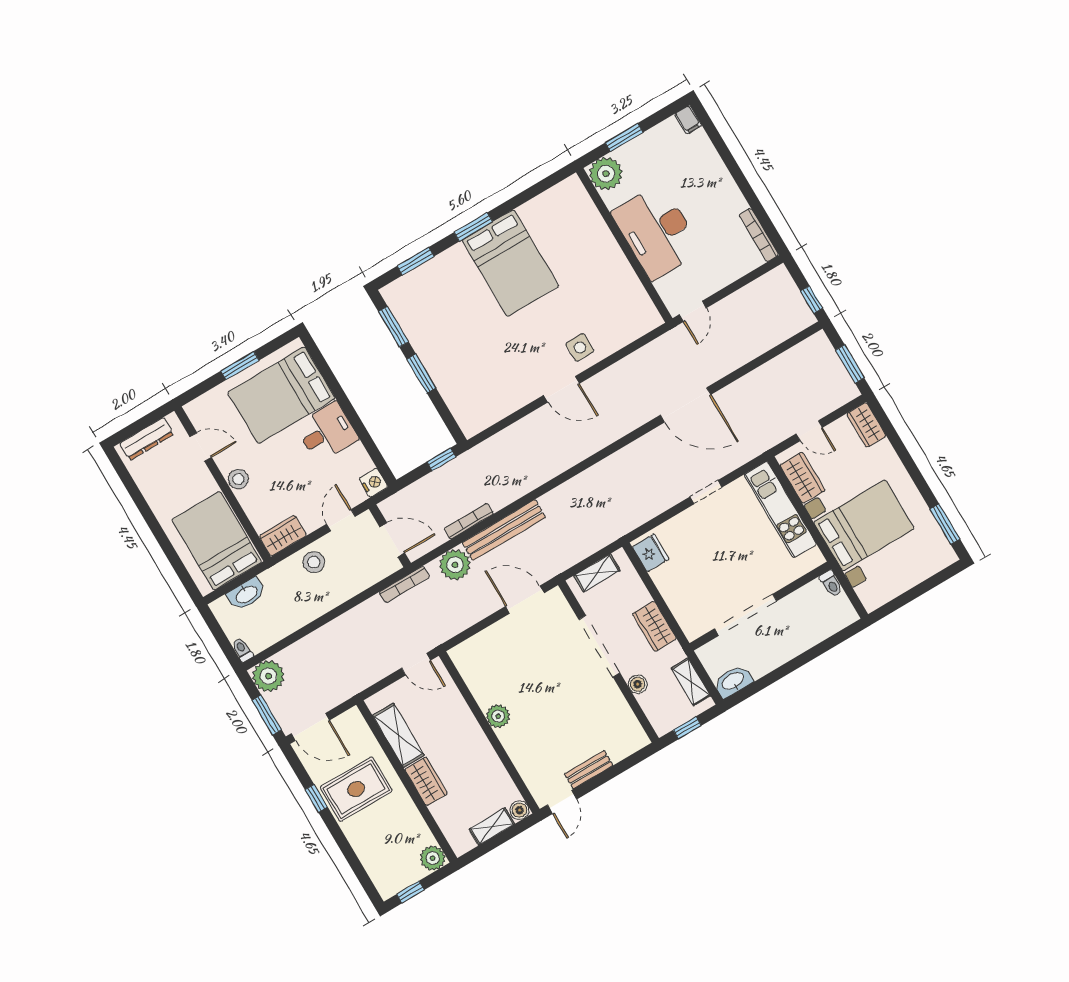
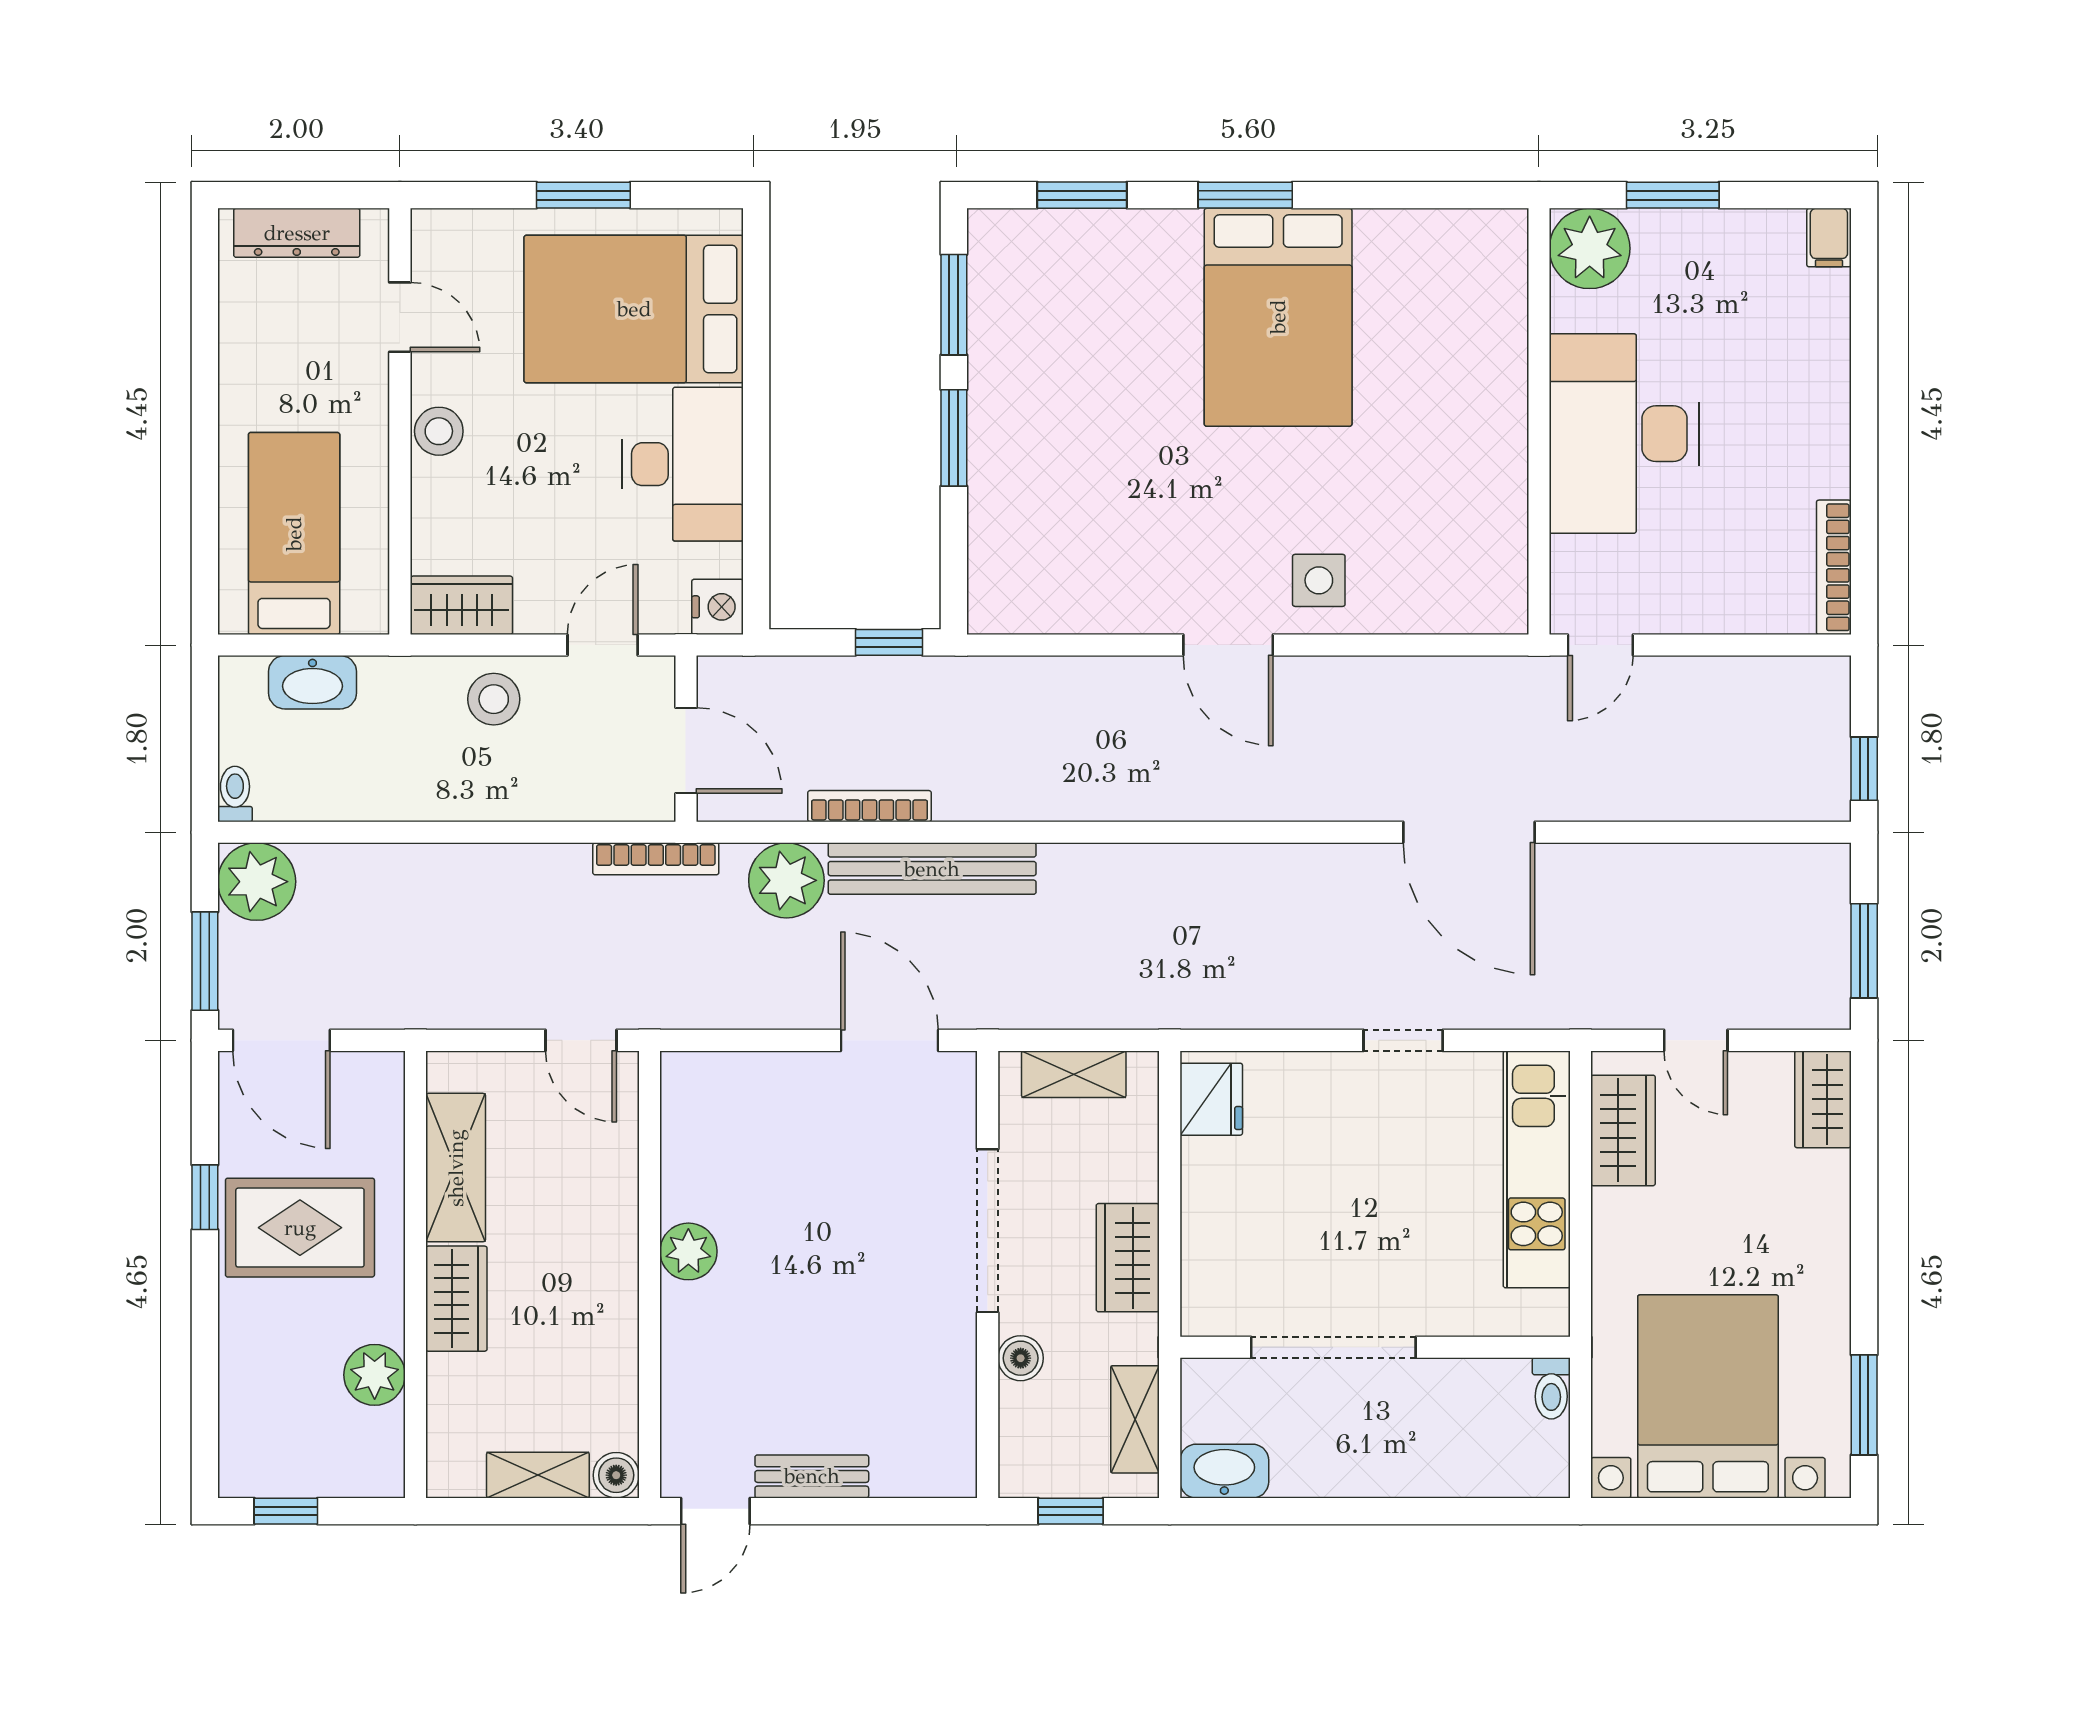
desk: (327, 432) -> (683, 464), width x1.37
bed with nightstands: (864, 525) -> (1708, 1396), moved, turned -90
bed: (217, 541) -> (294, 534), width x0.67
plant: (433, 858) -> (375, 1375), moved

